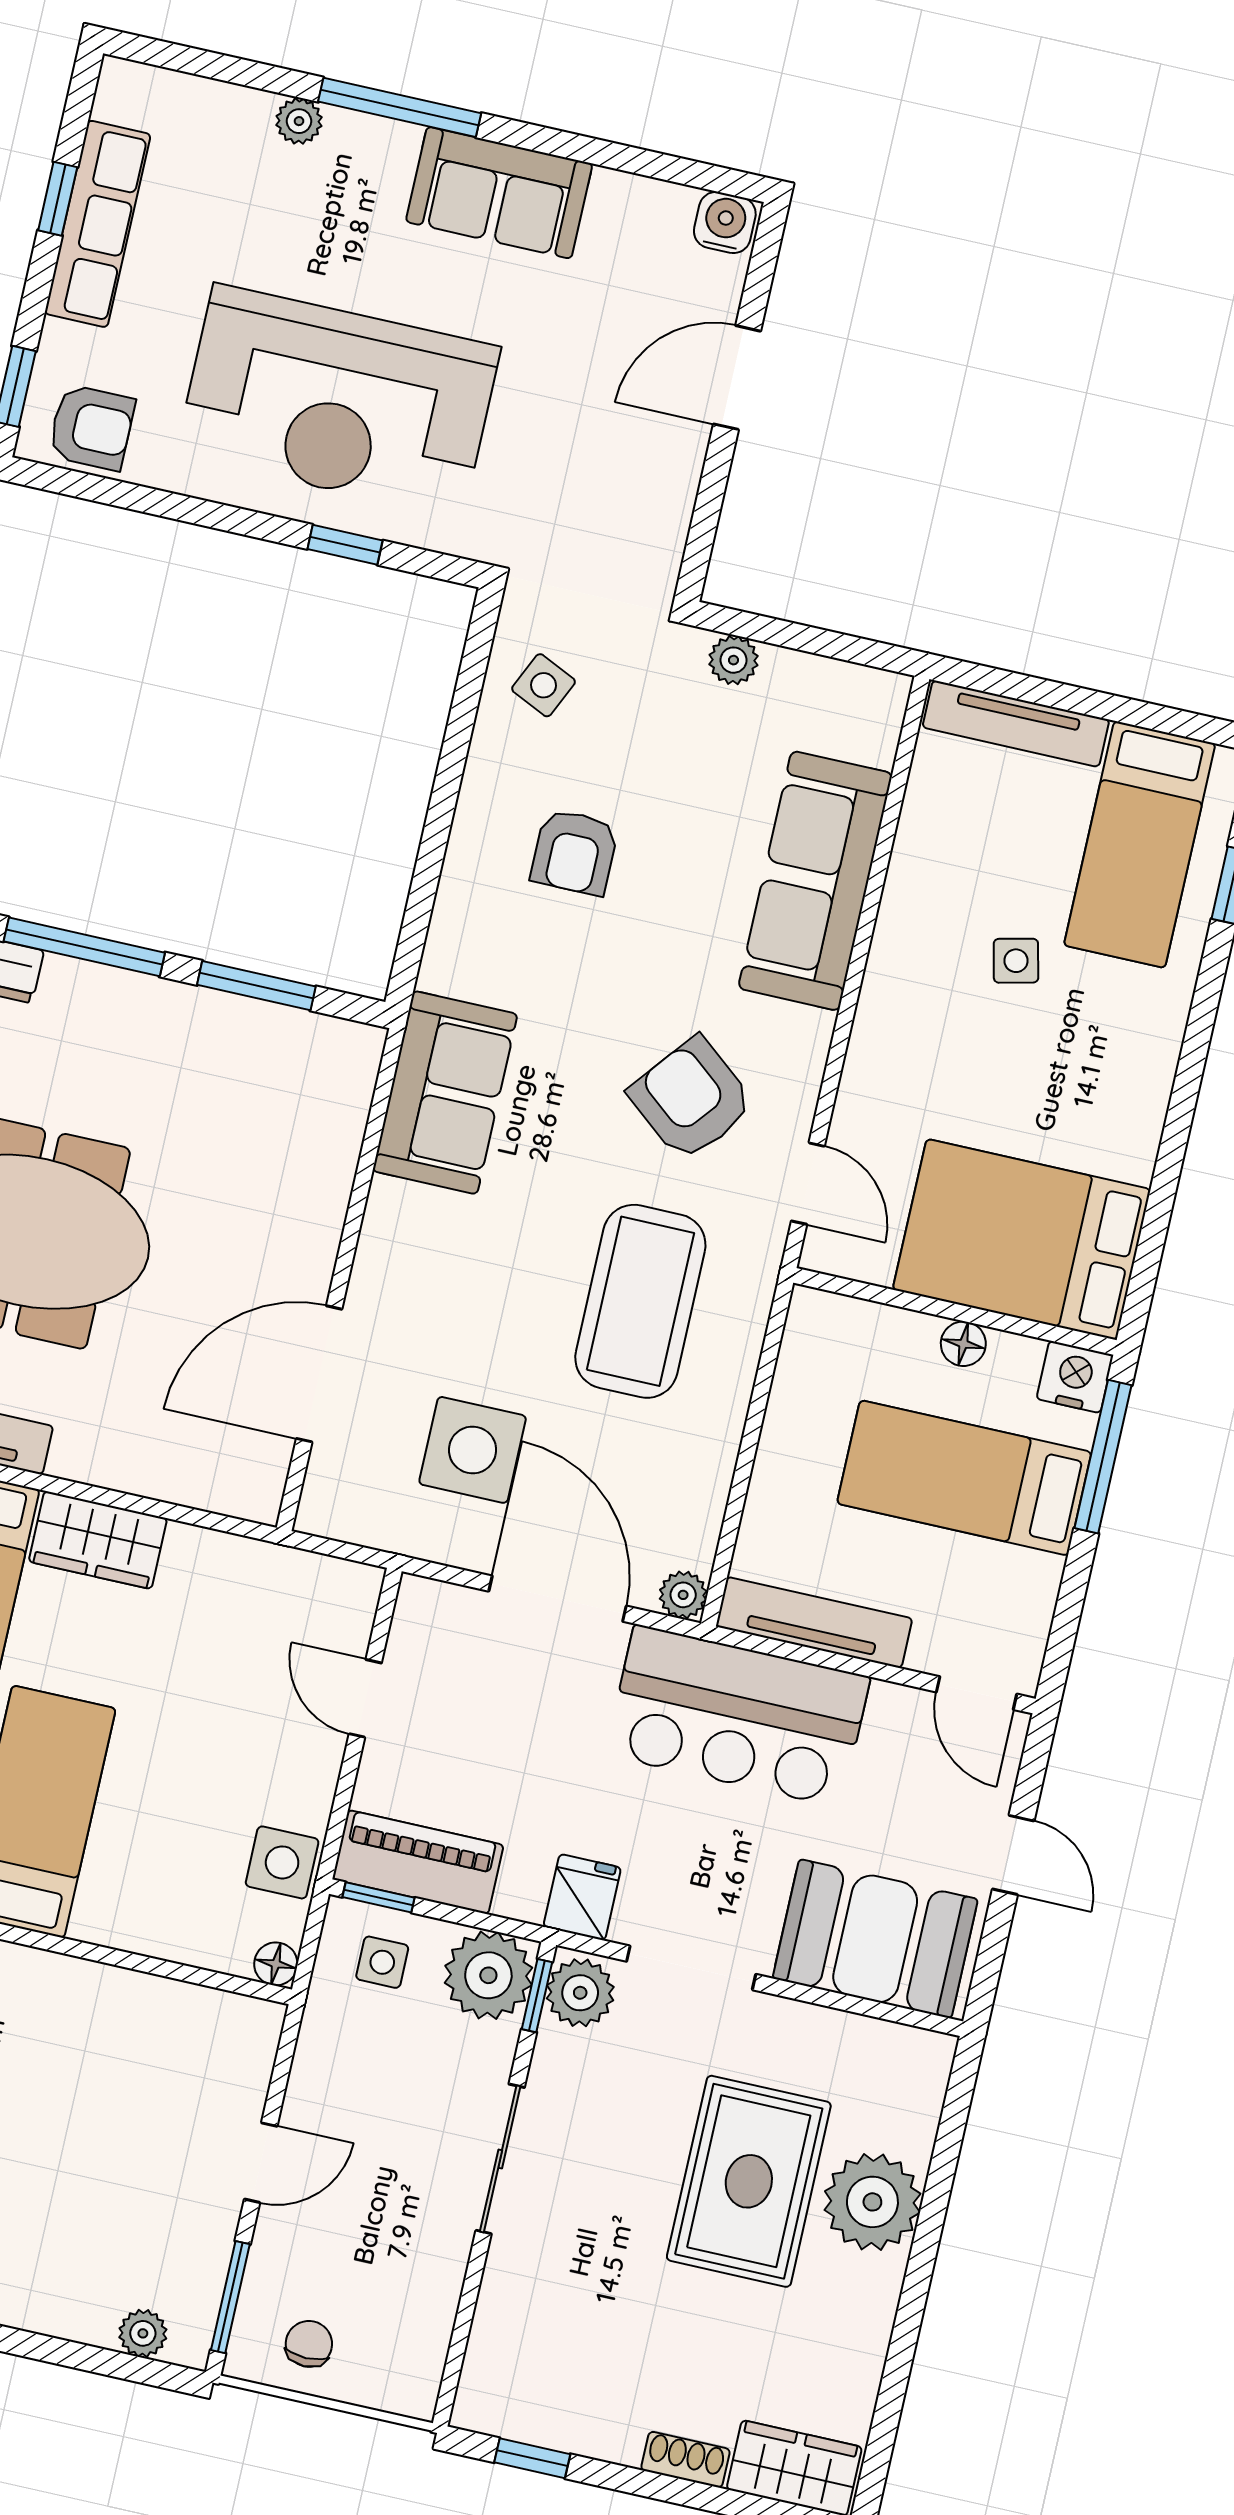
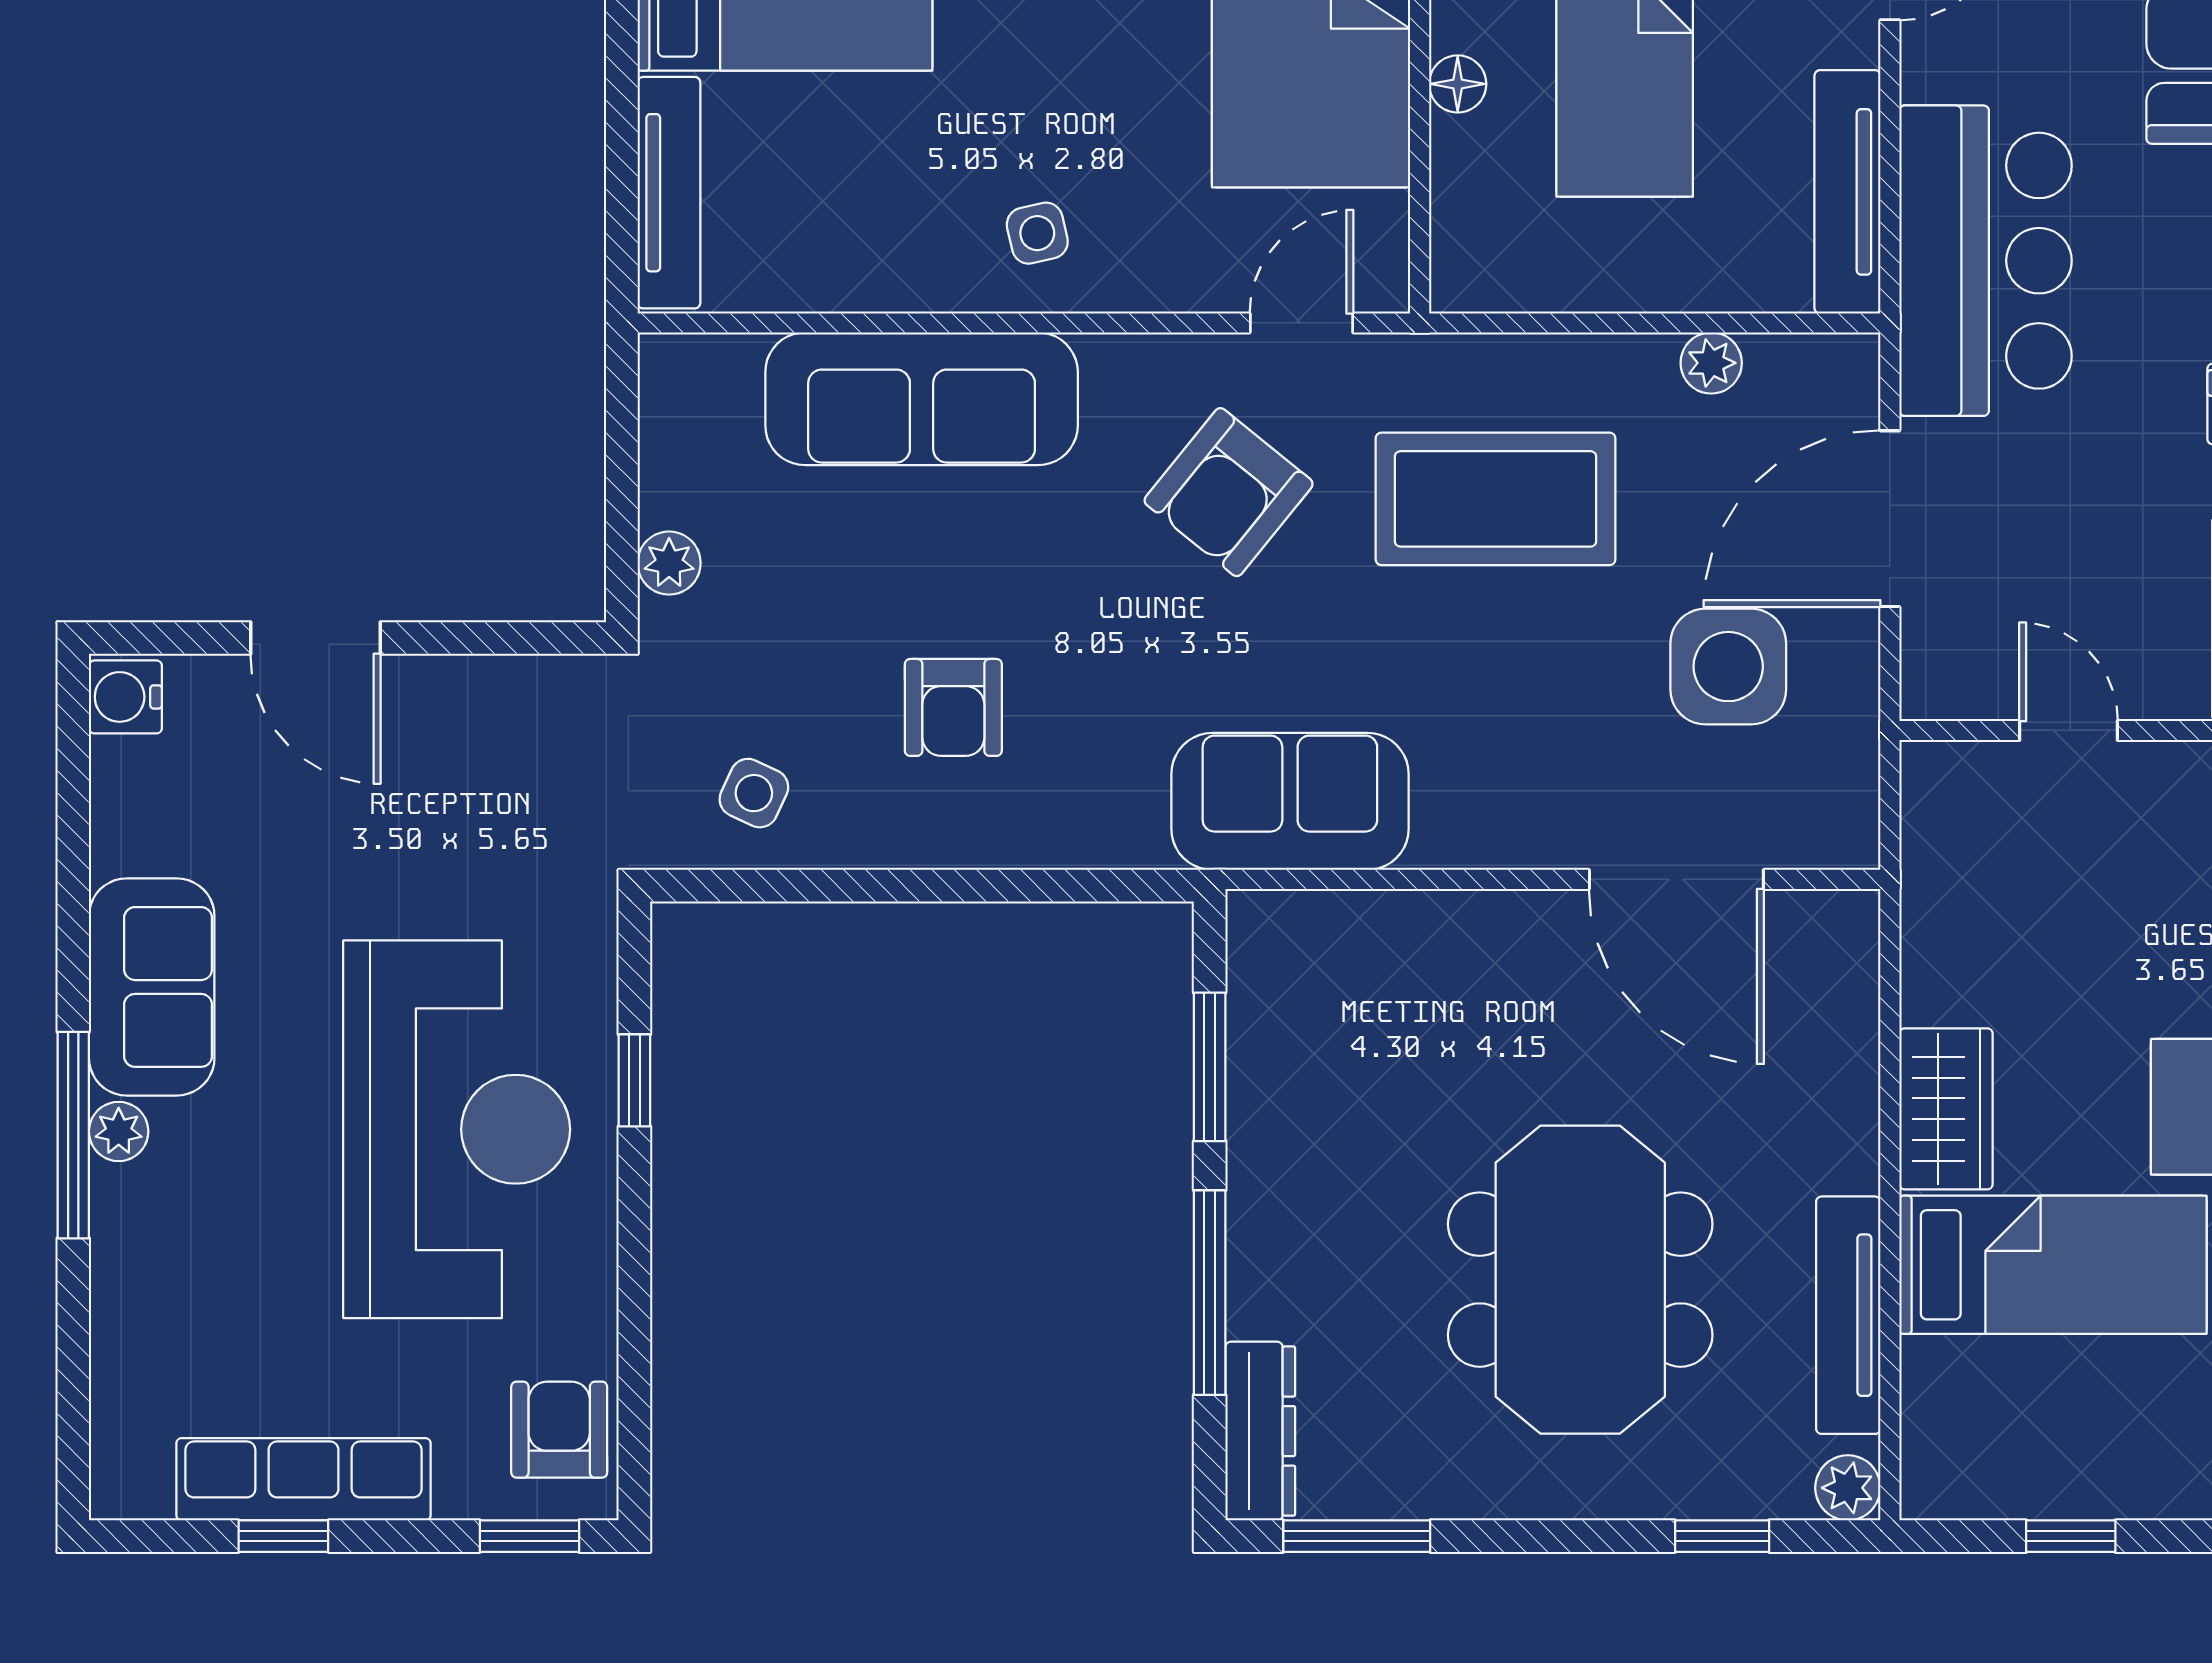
plant: (299, 121) -> (119, 1131), moved
armchair: (575, 852) -> (953, 707), turned 90
side table: (1016, 961) -> (1037, 233), moved
plant: (683, 1595) -> (1711, 363), moved
door: (365, 1698) -> (2068, 730), swing flipped

